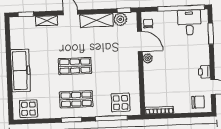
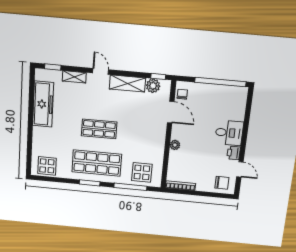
desk: (189, 22) -> (229, 133), moved, turned 90
window: (211, 34) -> (248, 114), removed
plant: (148, 58) -> (175, 145), moved
freezer: (21, 70) -> (43, 104), moved
shop shelf: (76, 99) -> (97, 163), width x1.43, depth x1.36

